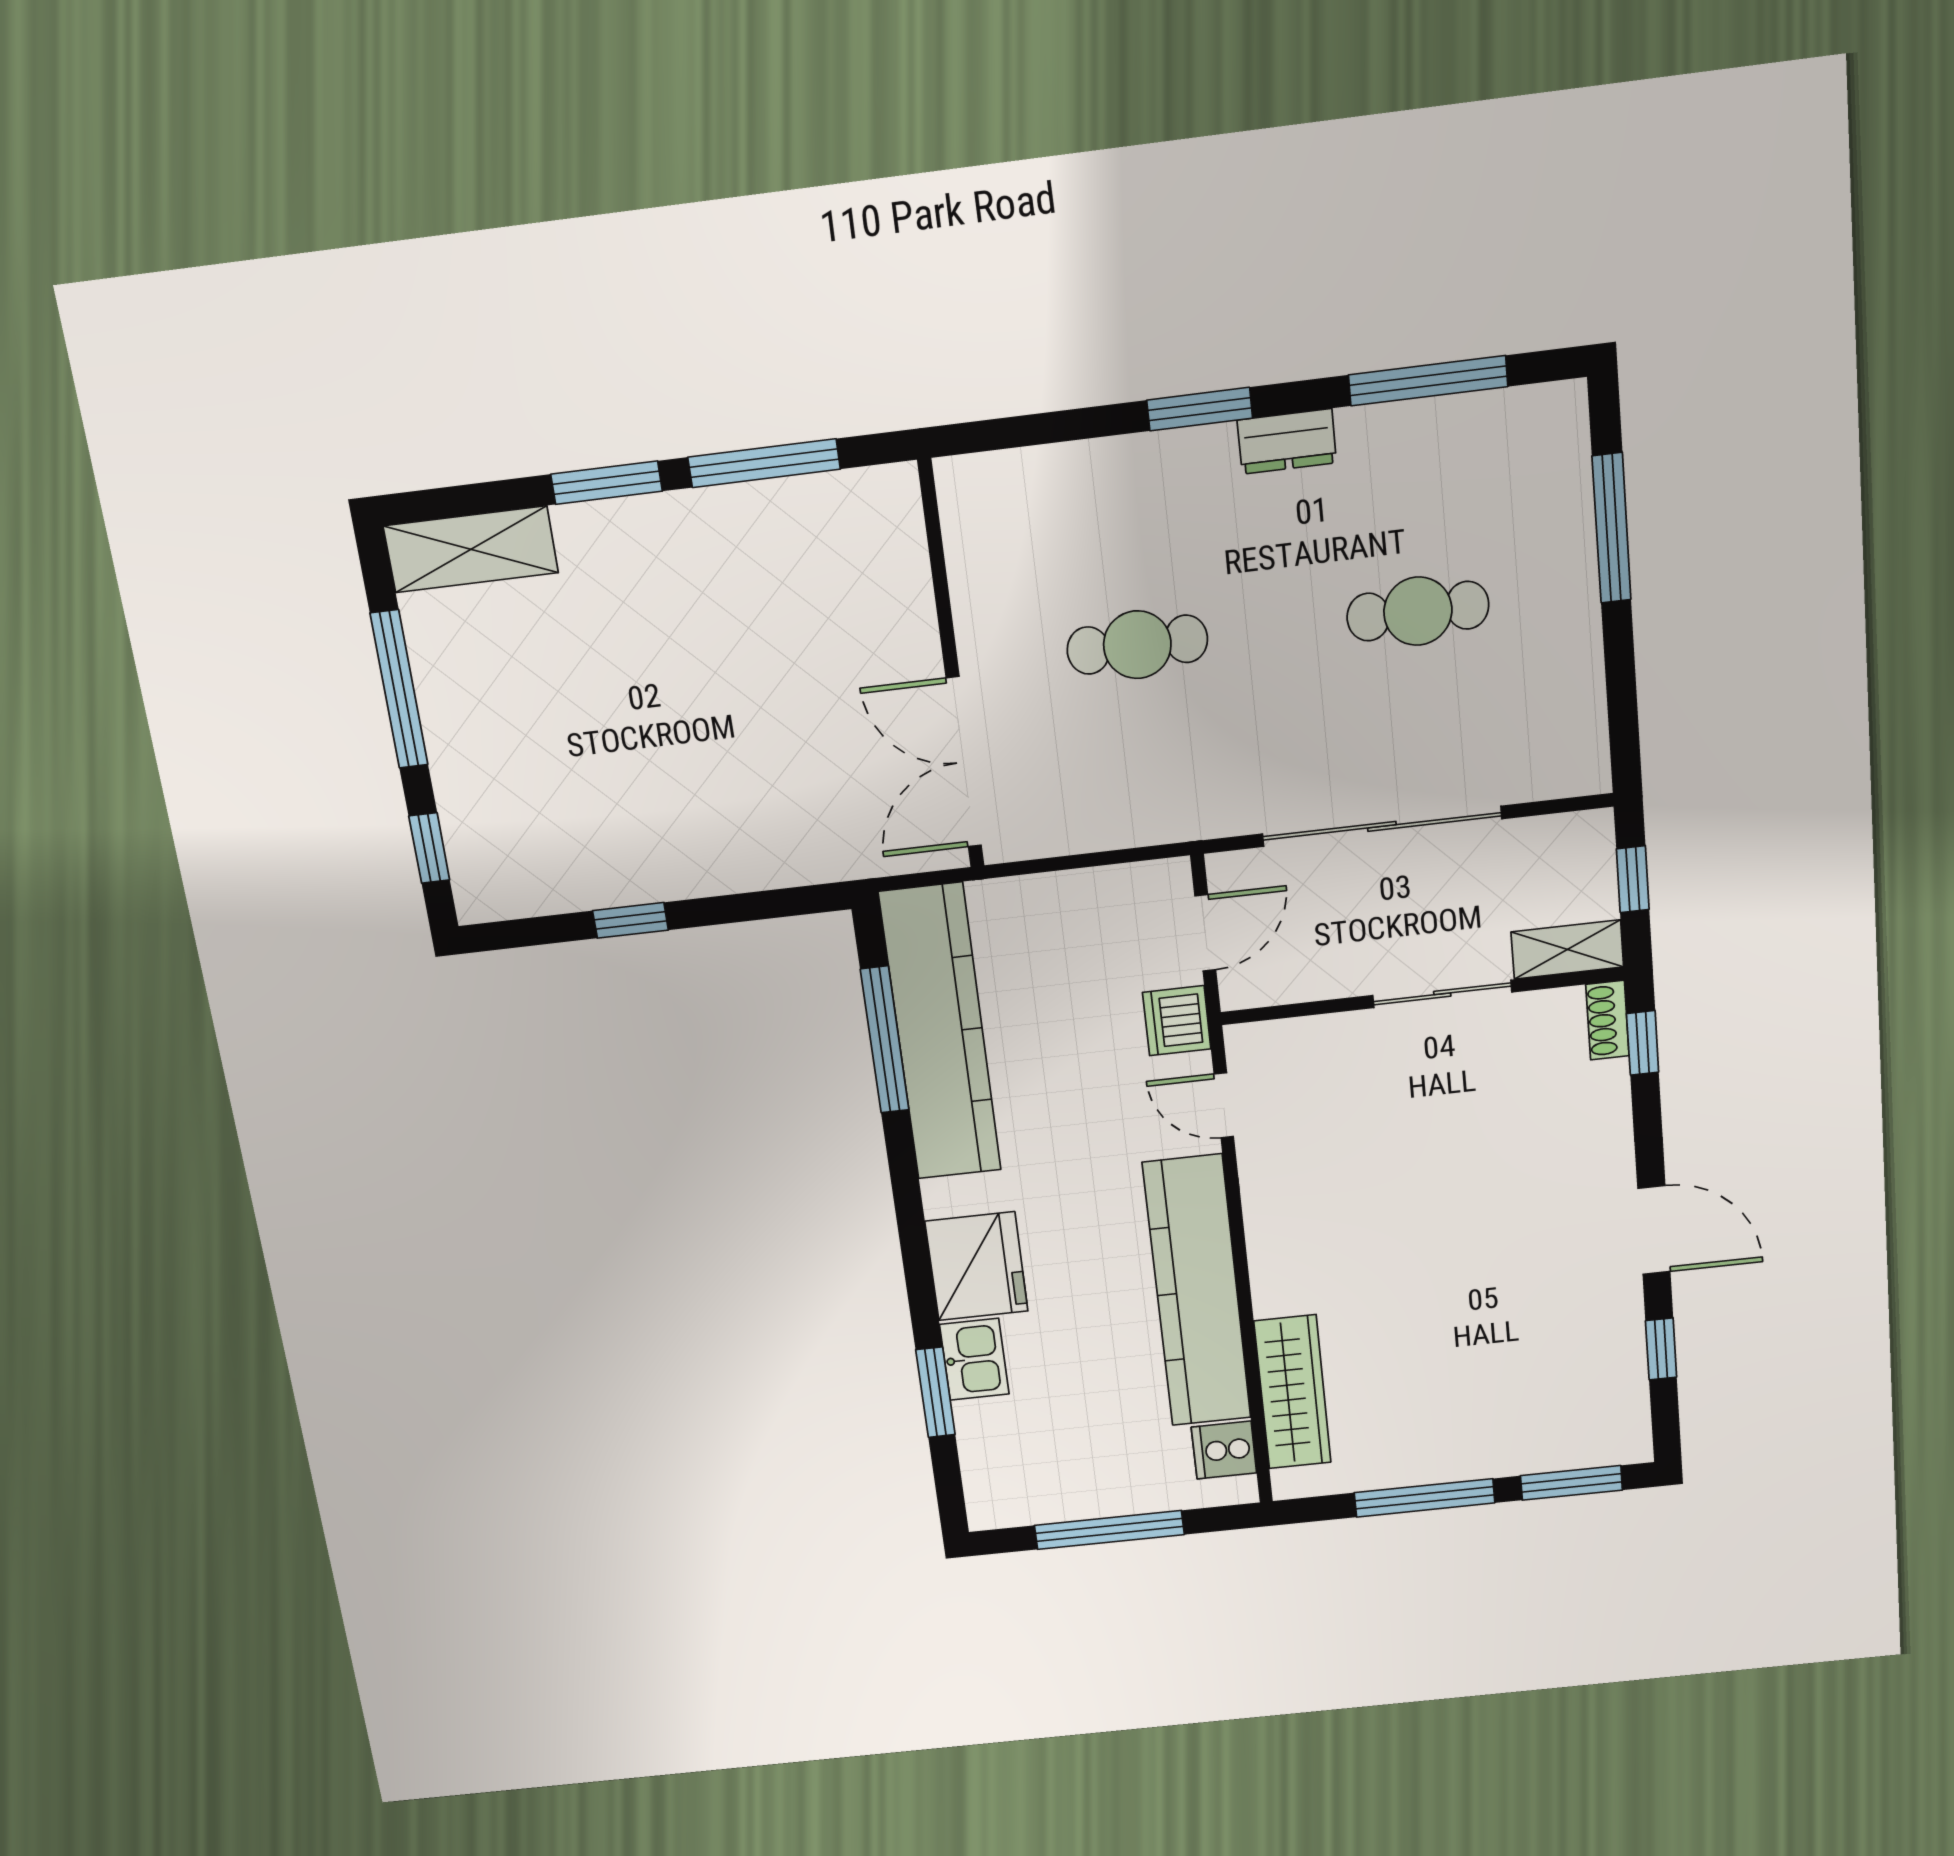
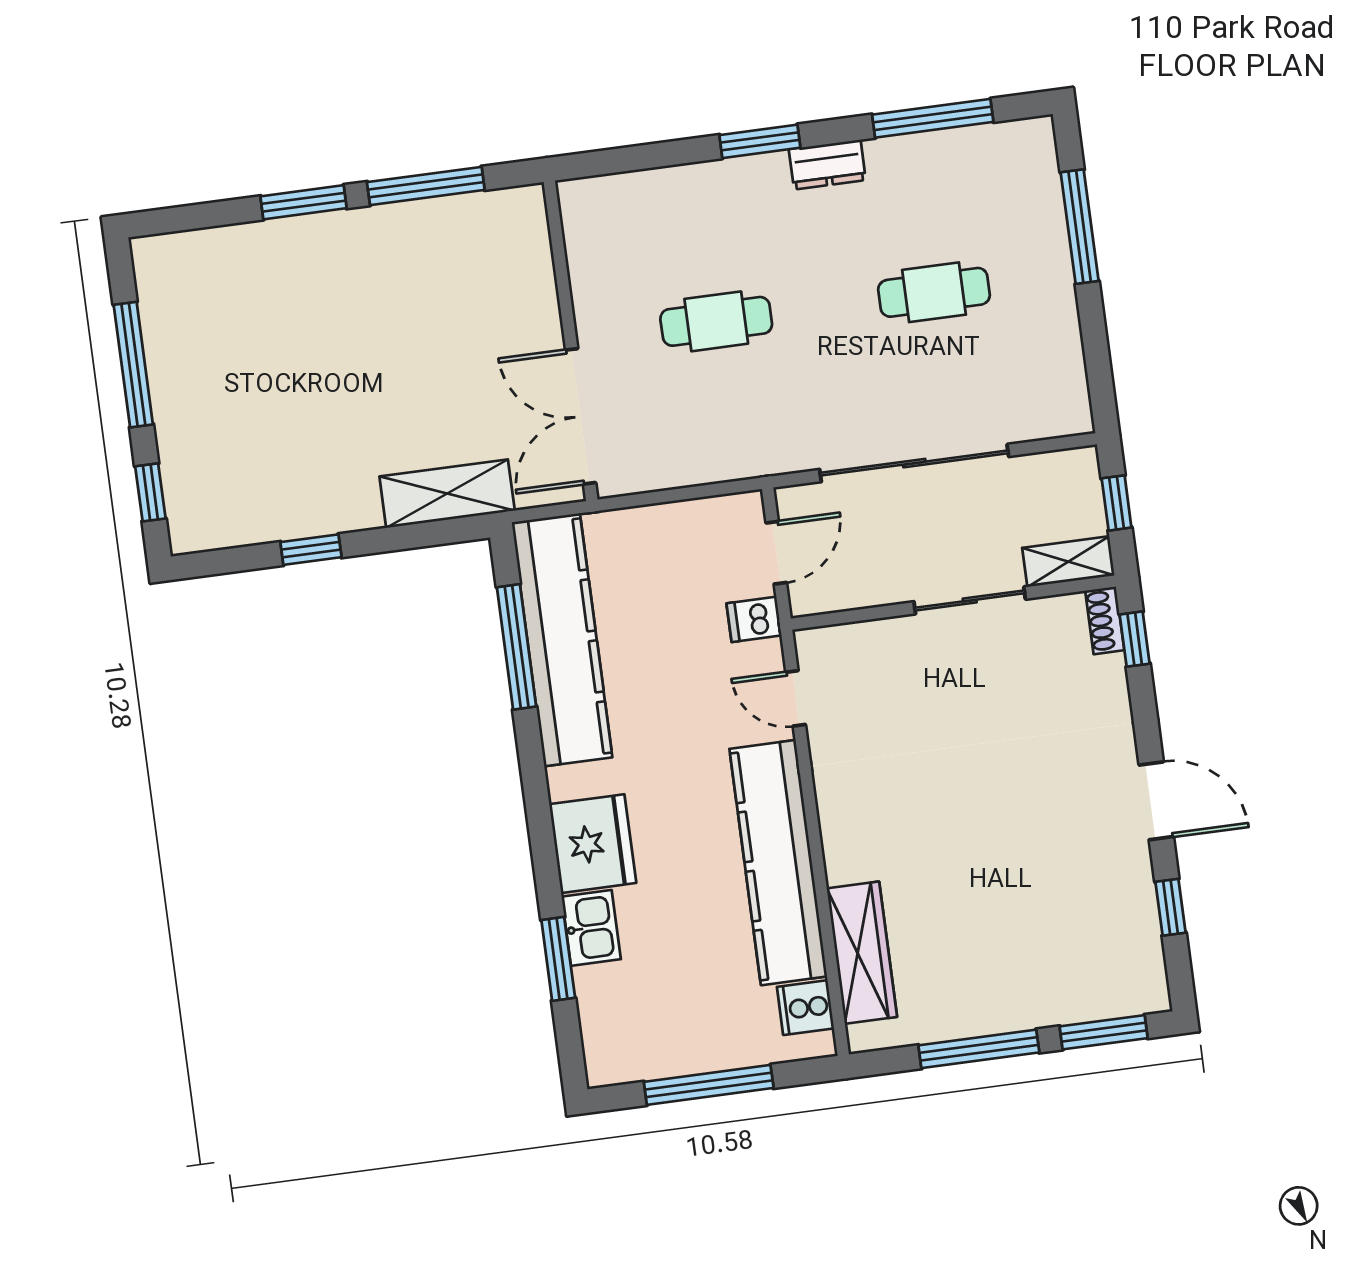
shelving: (471, 549) -> (447, 494), moved
dishwasher: (1177, 1021) -> (754, 619), width x0.73

